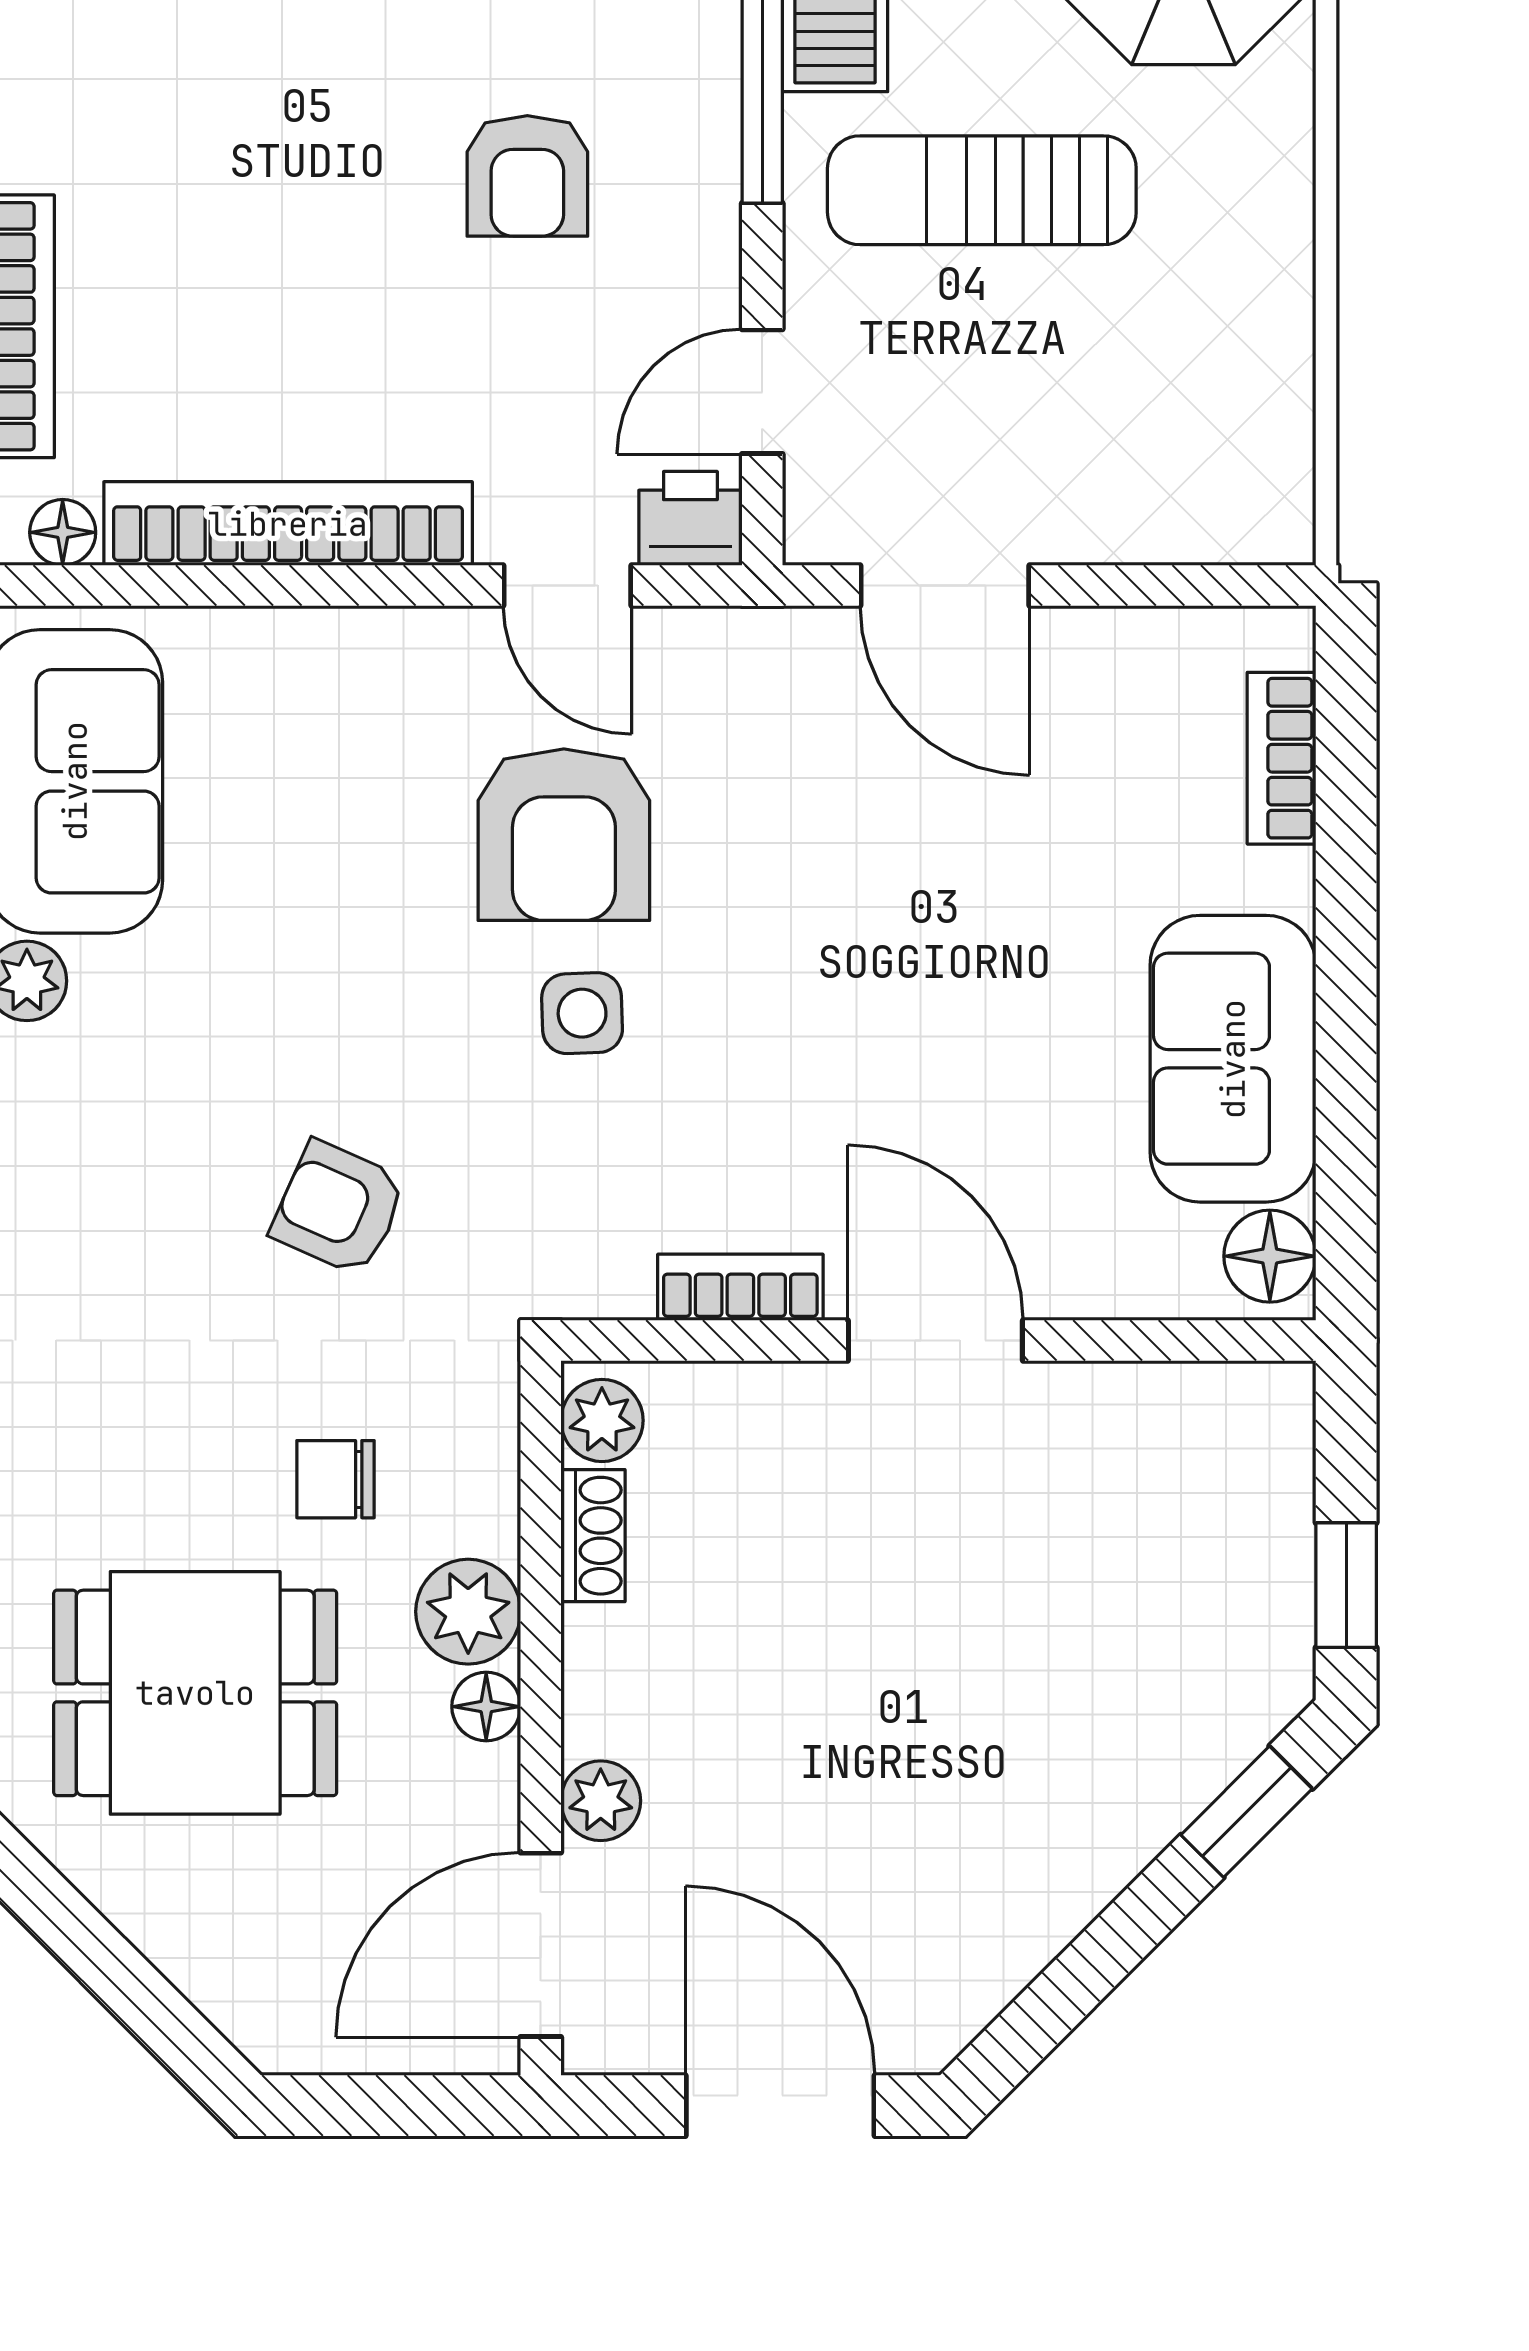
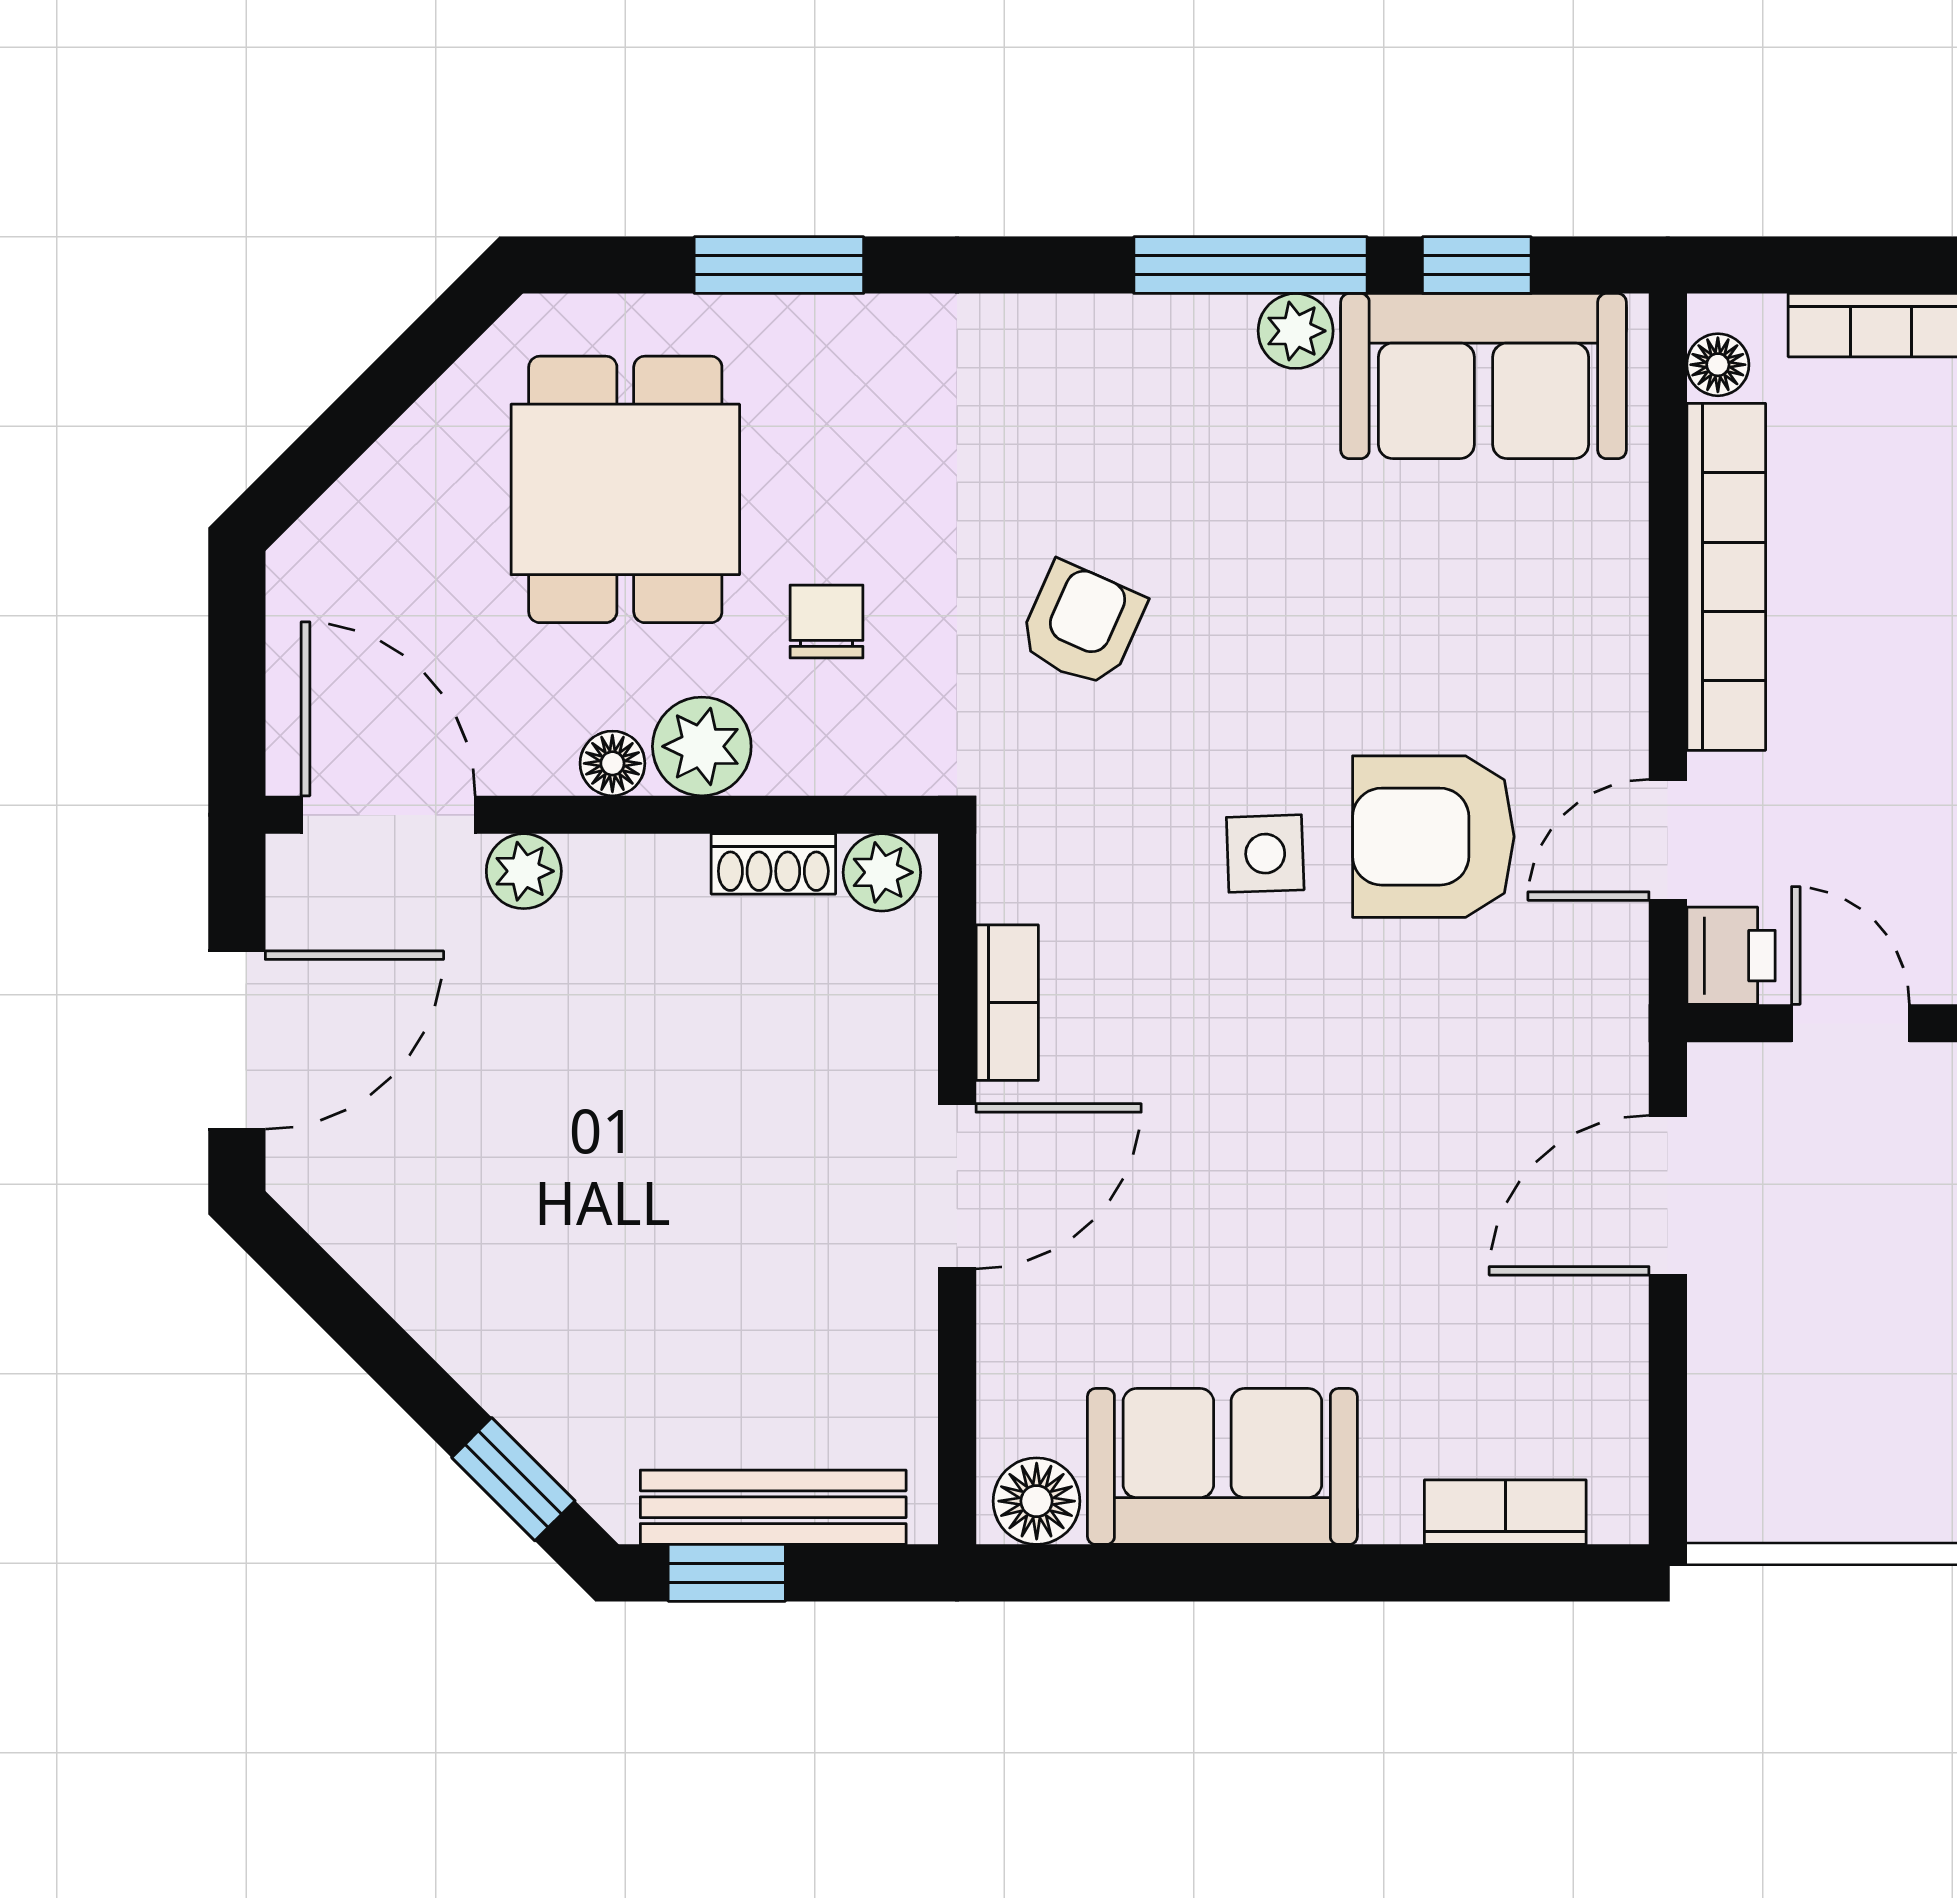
bench: (1276, 1536) -> (773, 1507), added

